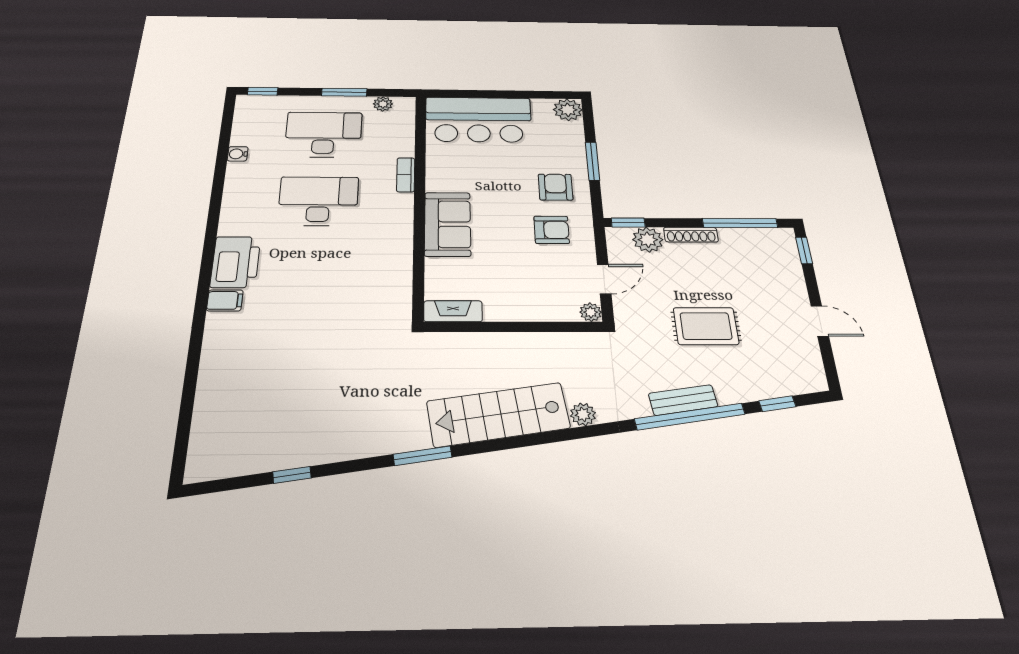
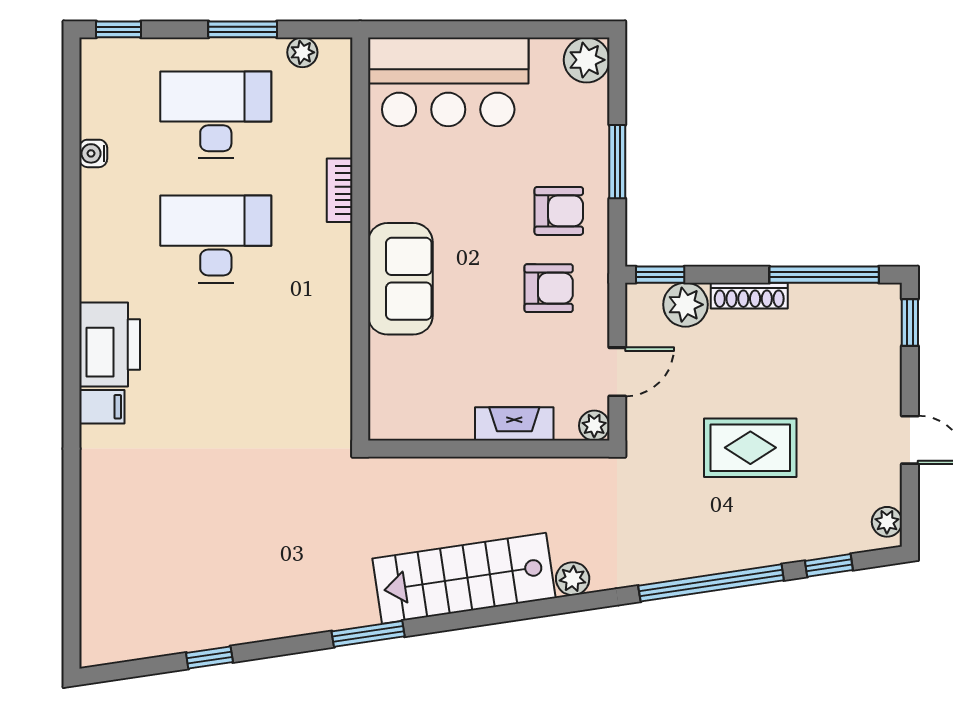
armchair: (556, 187) -> (559, 211), turned 90
fireplace: (453, 311) -> (514, 424), moved
plant: (815, 374) -> (887, 522), added
bench: (683, 400) -> (705, 559), removed

